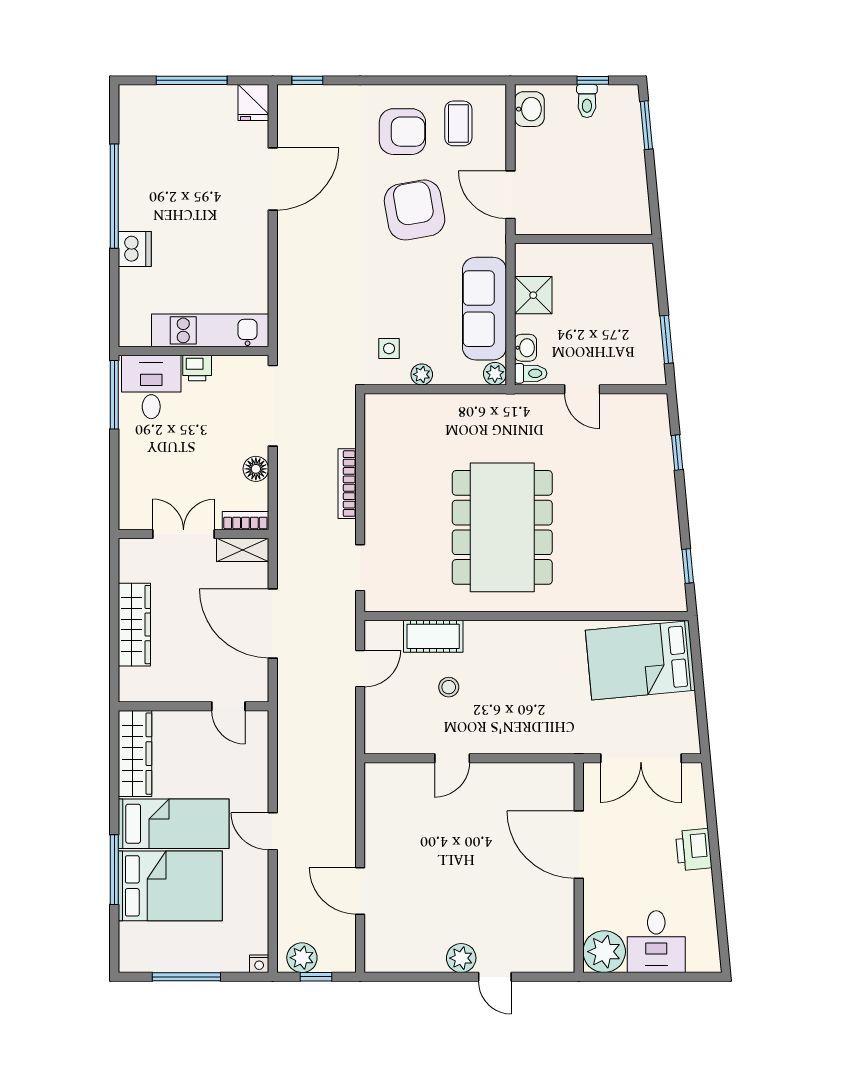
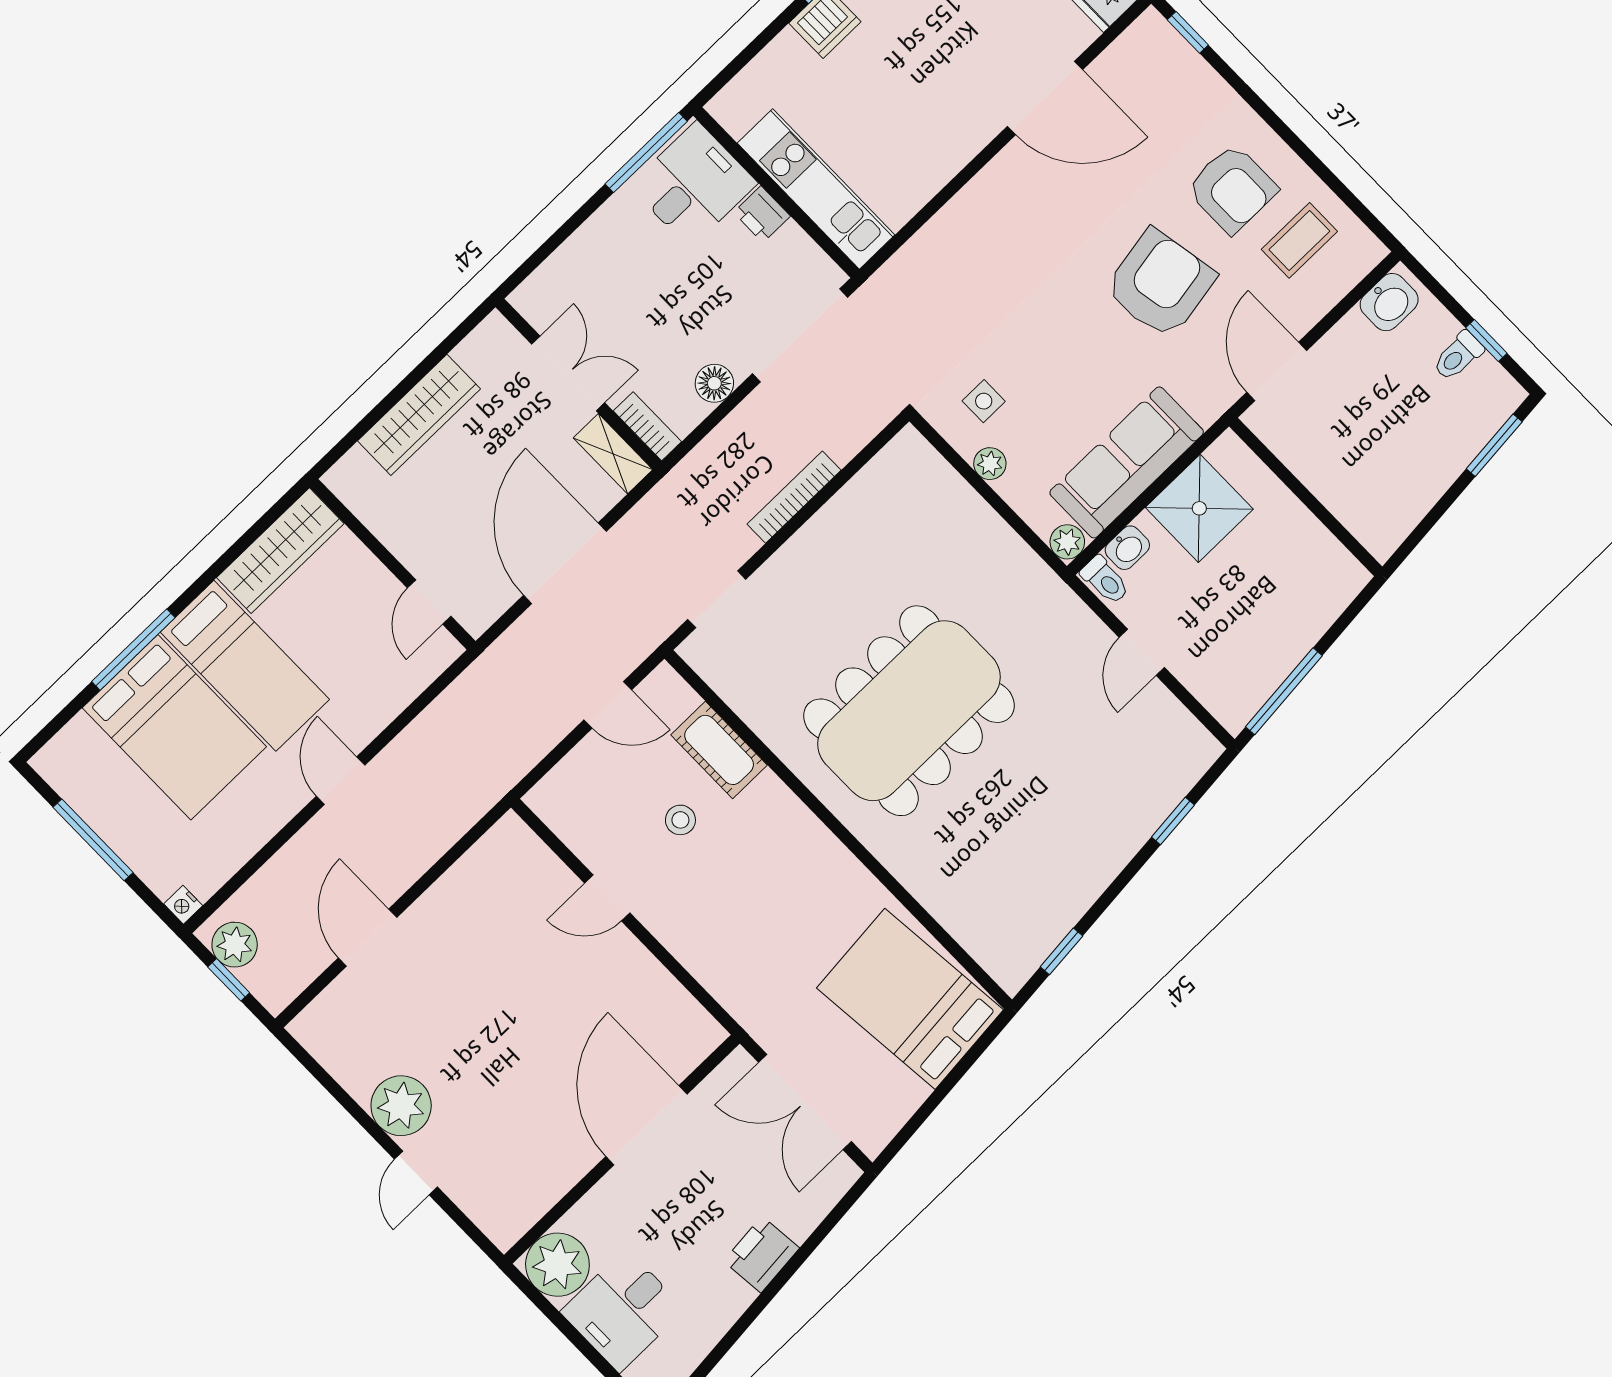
shower: (533, 295) -> (1199, 508), width x1.36, depth x1.36
window: (666, 339) -> (1284, 691), width x1.44
plant: (461, 958) -> (401, 1106), width x1.36, depth x1.36

